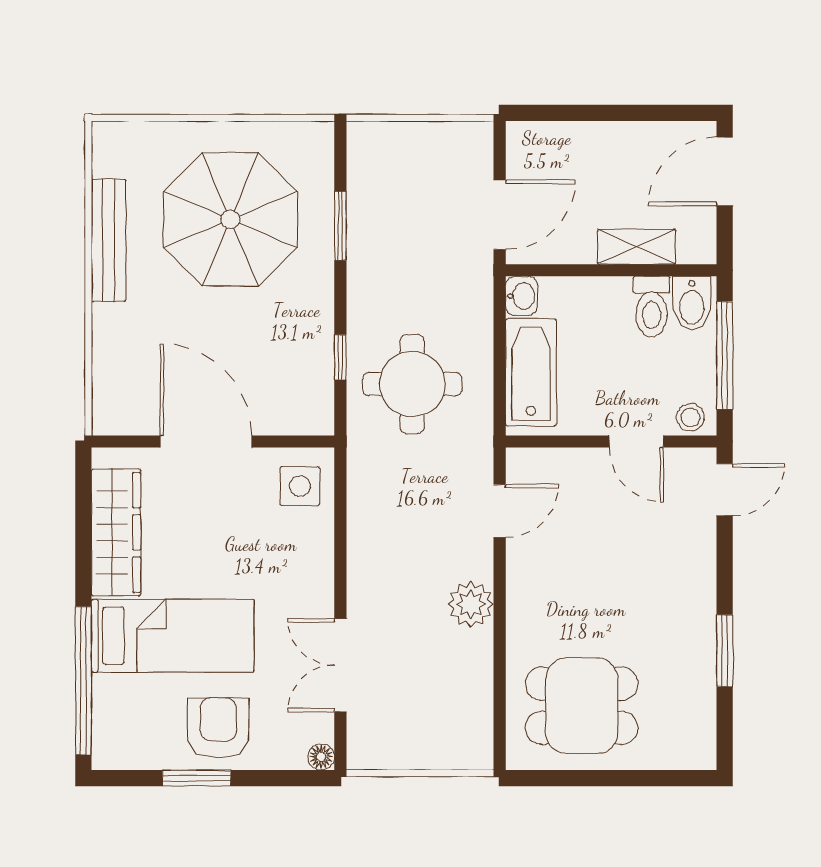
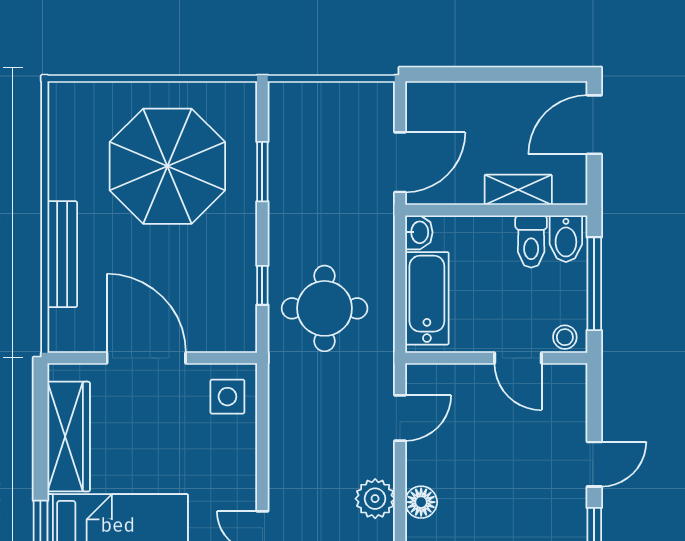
bench: (109, 240) -> (62, 254), moved
door: (725, 490) -> (594, 464), moved
floor lamp: (524, 608) -> (421, 502), added

